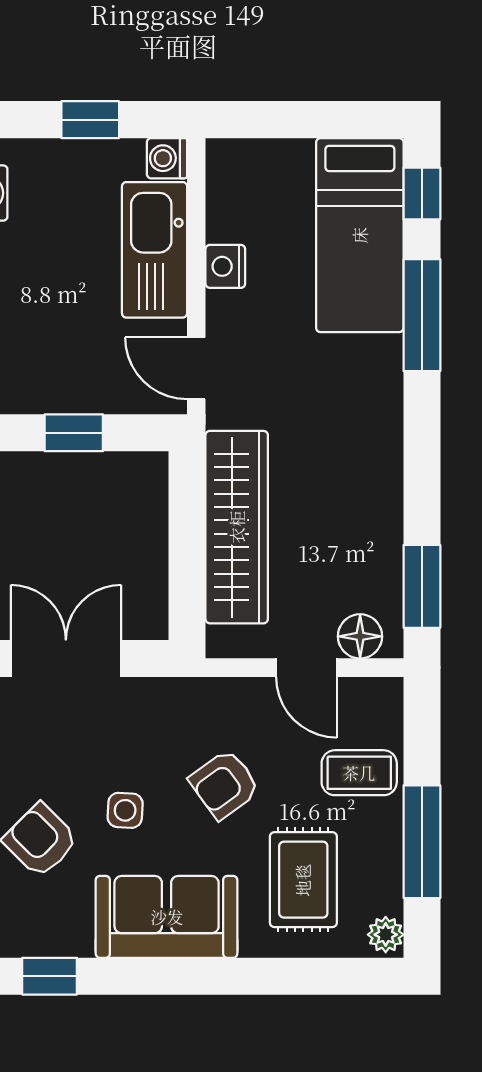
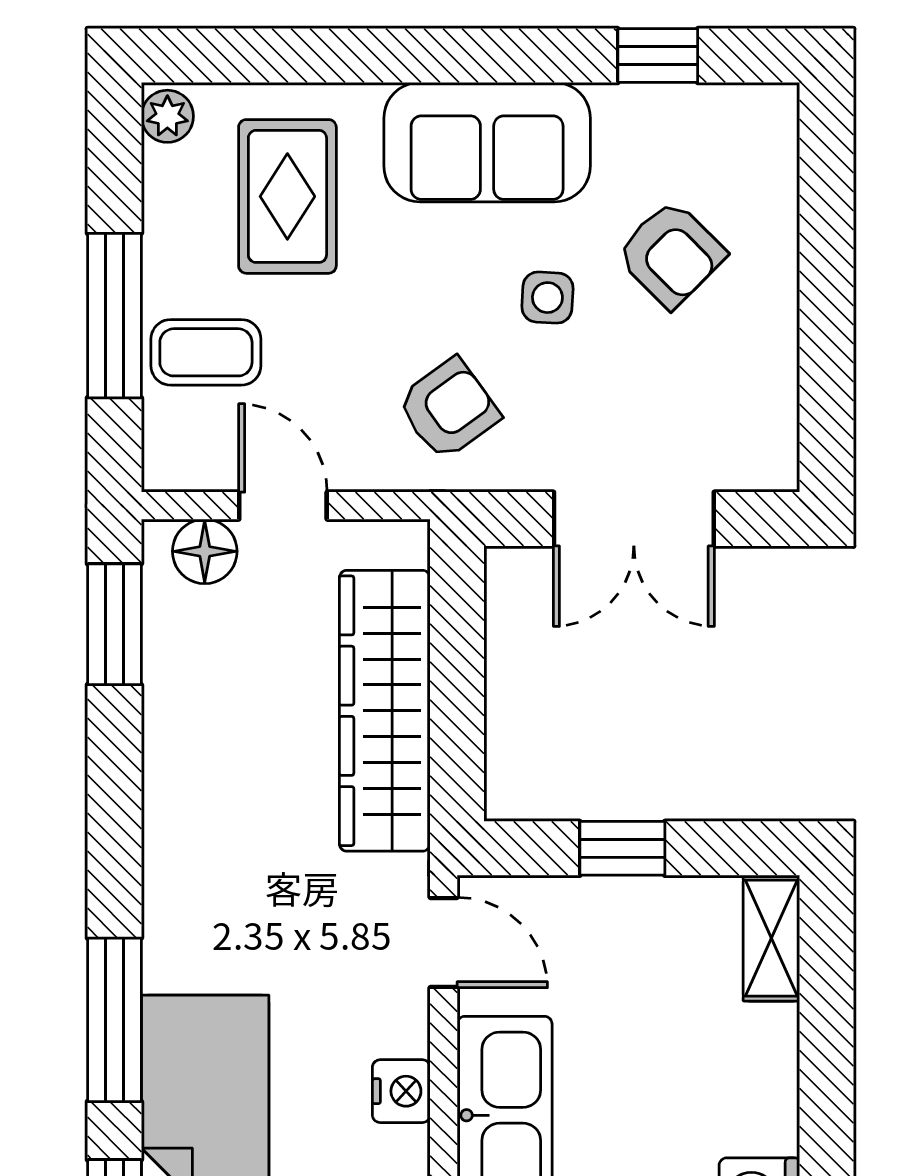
armchair: (224, 784) -> (448, 409), moved
window: (422, 842) -> (114, 316), moved

